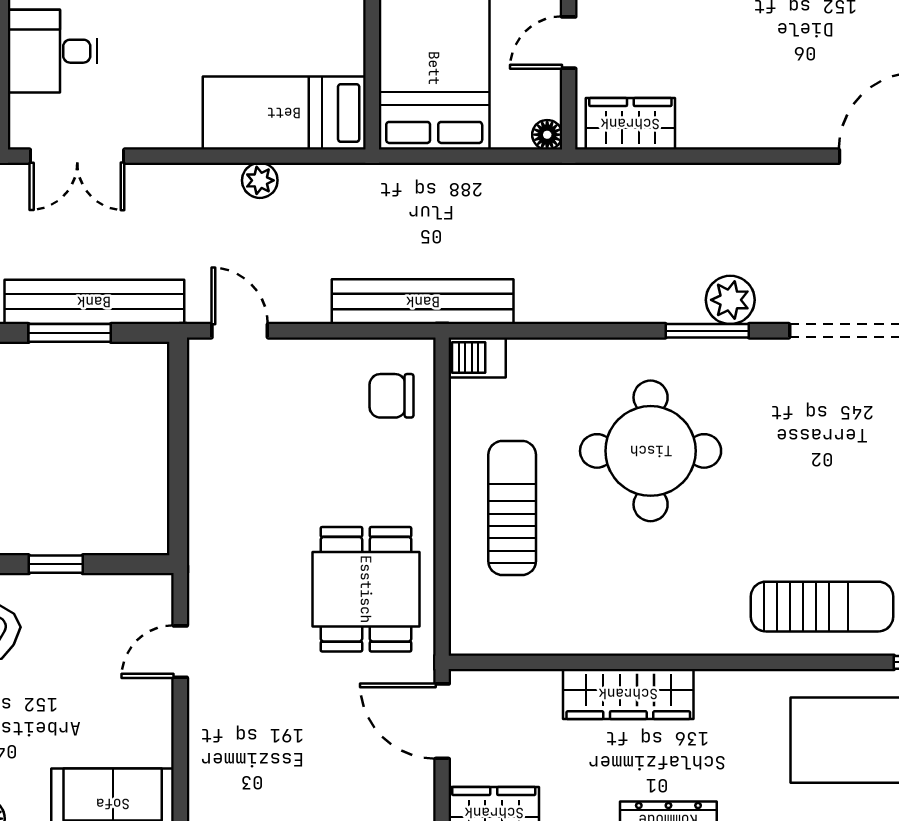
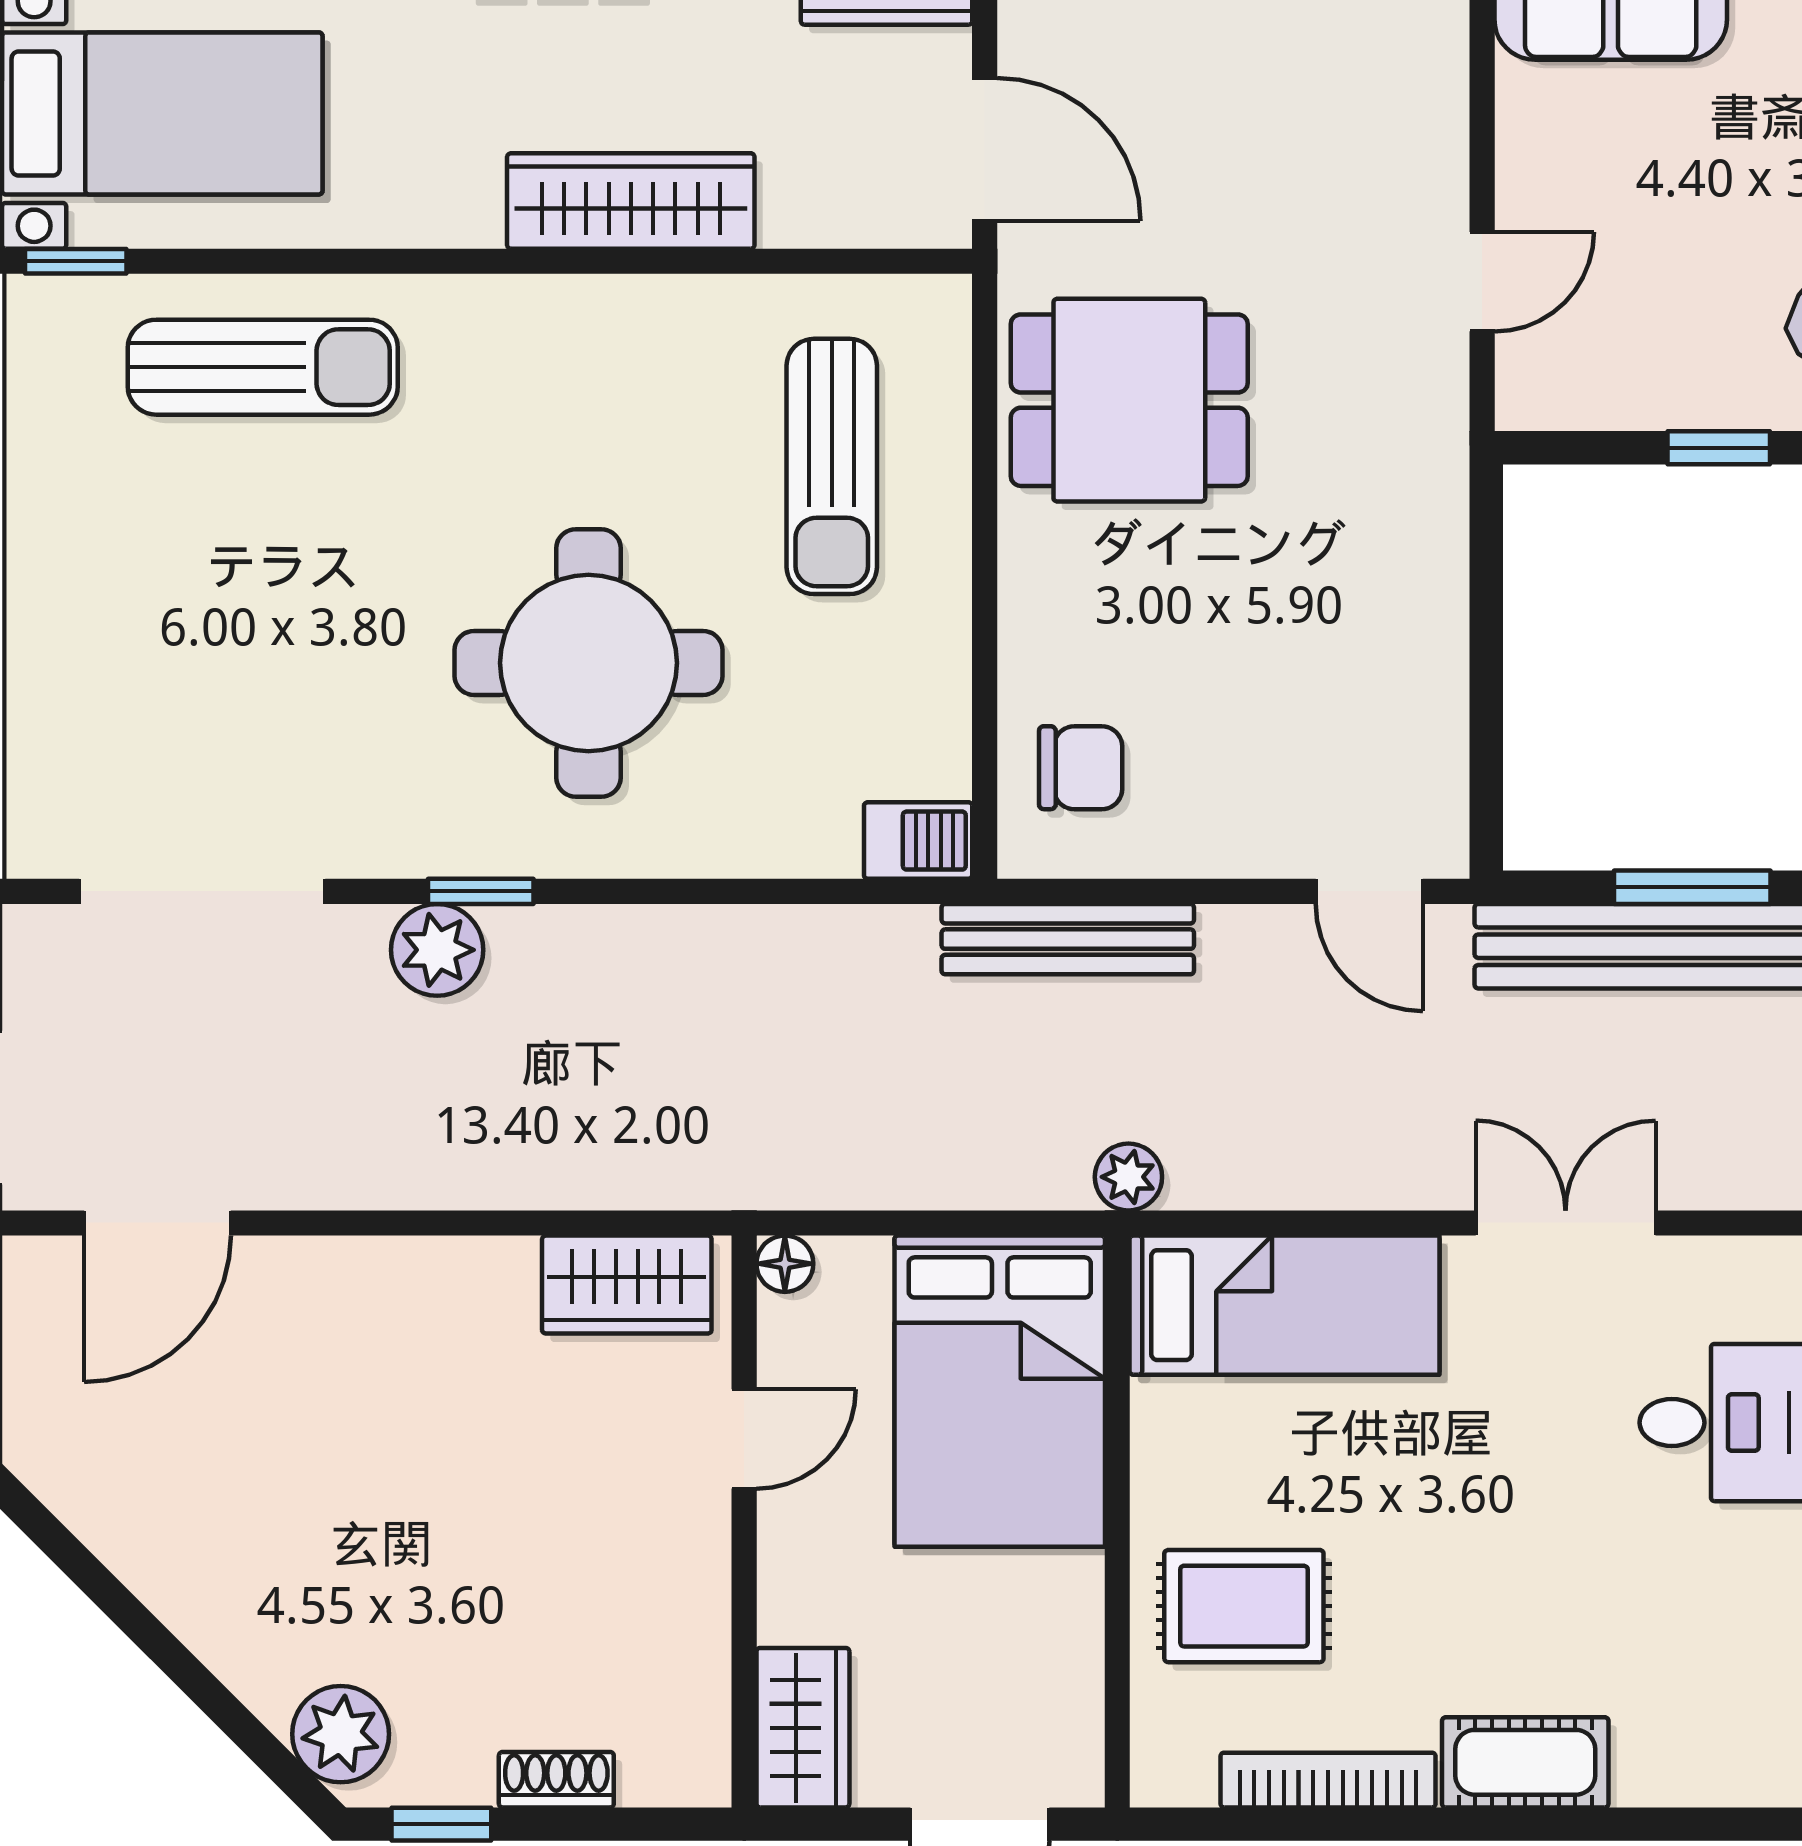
double door: (77, 156) -> (1566, 1223), moved
plant: (260, 180) -> (1128, 1177), moved
bench: (423, 302) -> (1068, 939), width x0.73, depth x0.82
window: (707, 331) -> (481, 891), width x0.67
sun lounger: (512, 508) -> (832, 466), moved
dining table: (366, 589) -> (1129, 400), turned 90
sun lounger: (822, 607) -> (263, 367), turned 180

